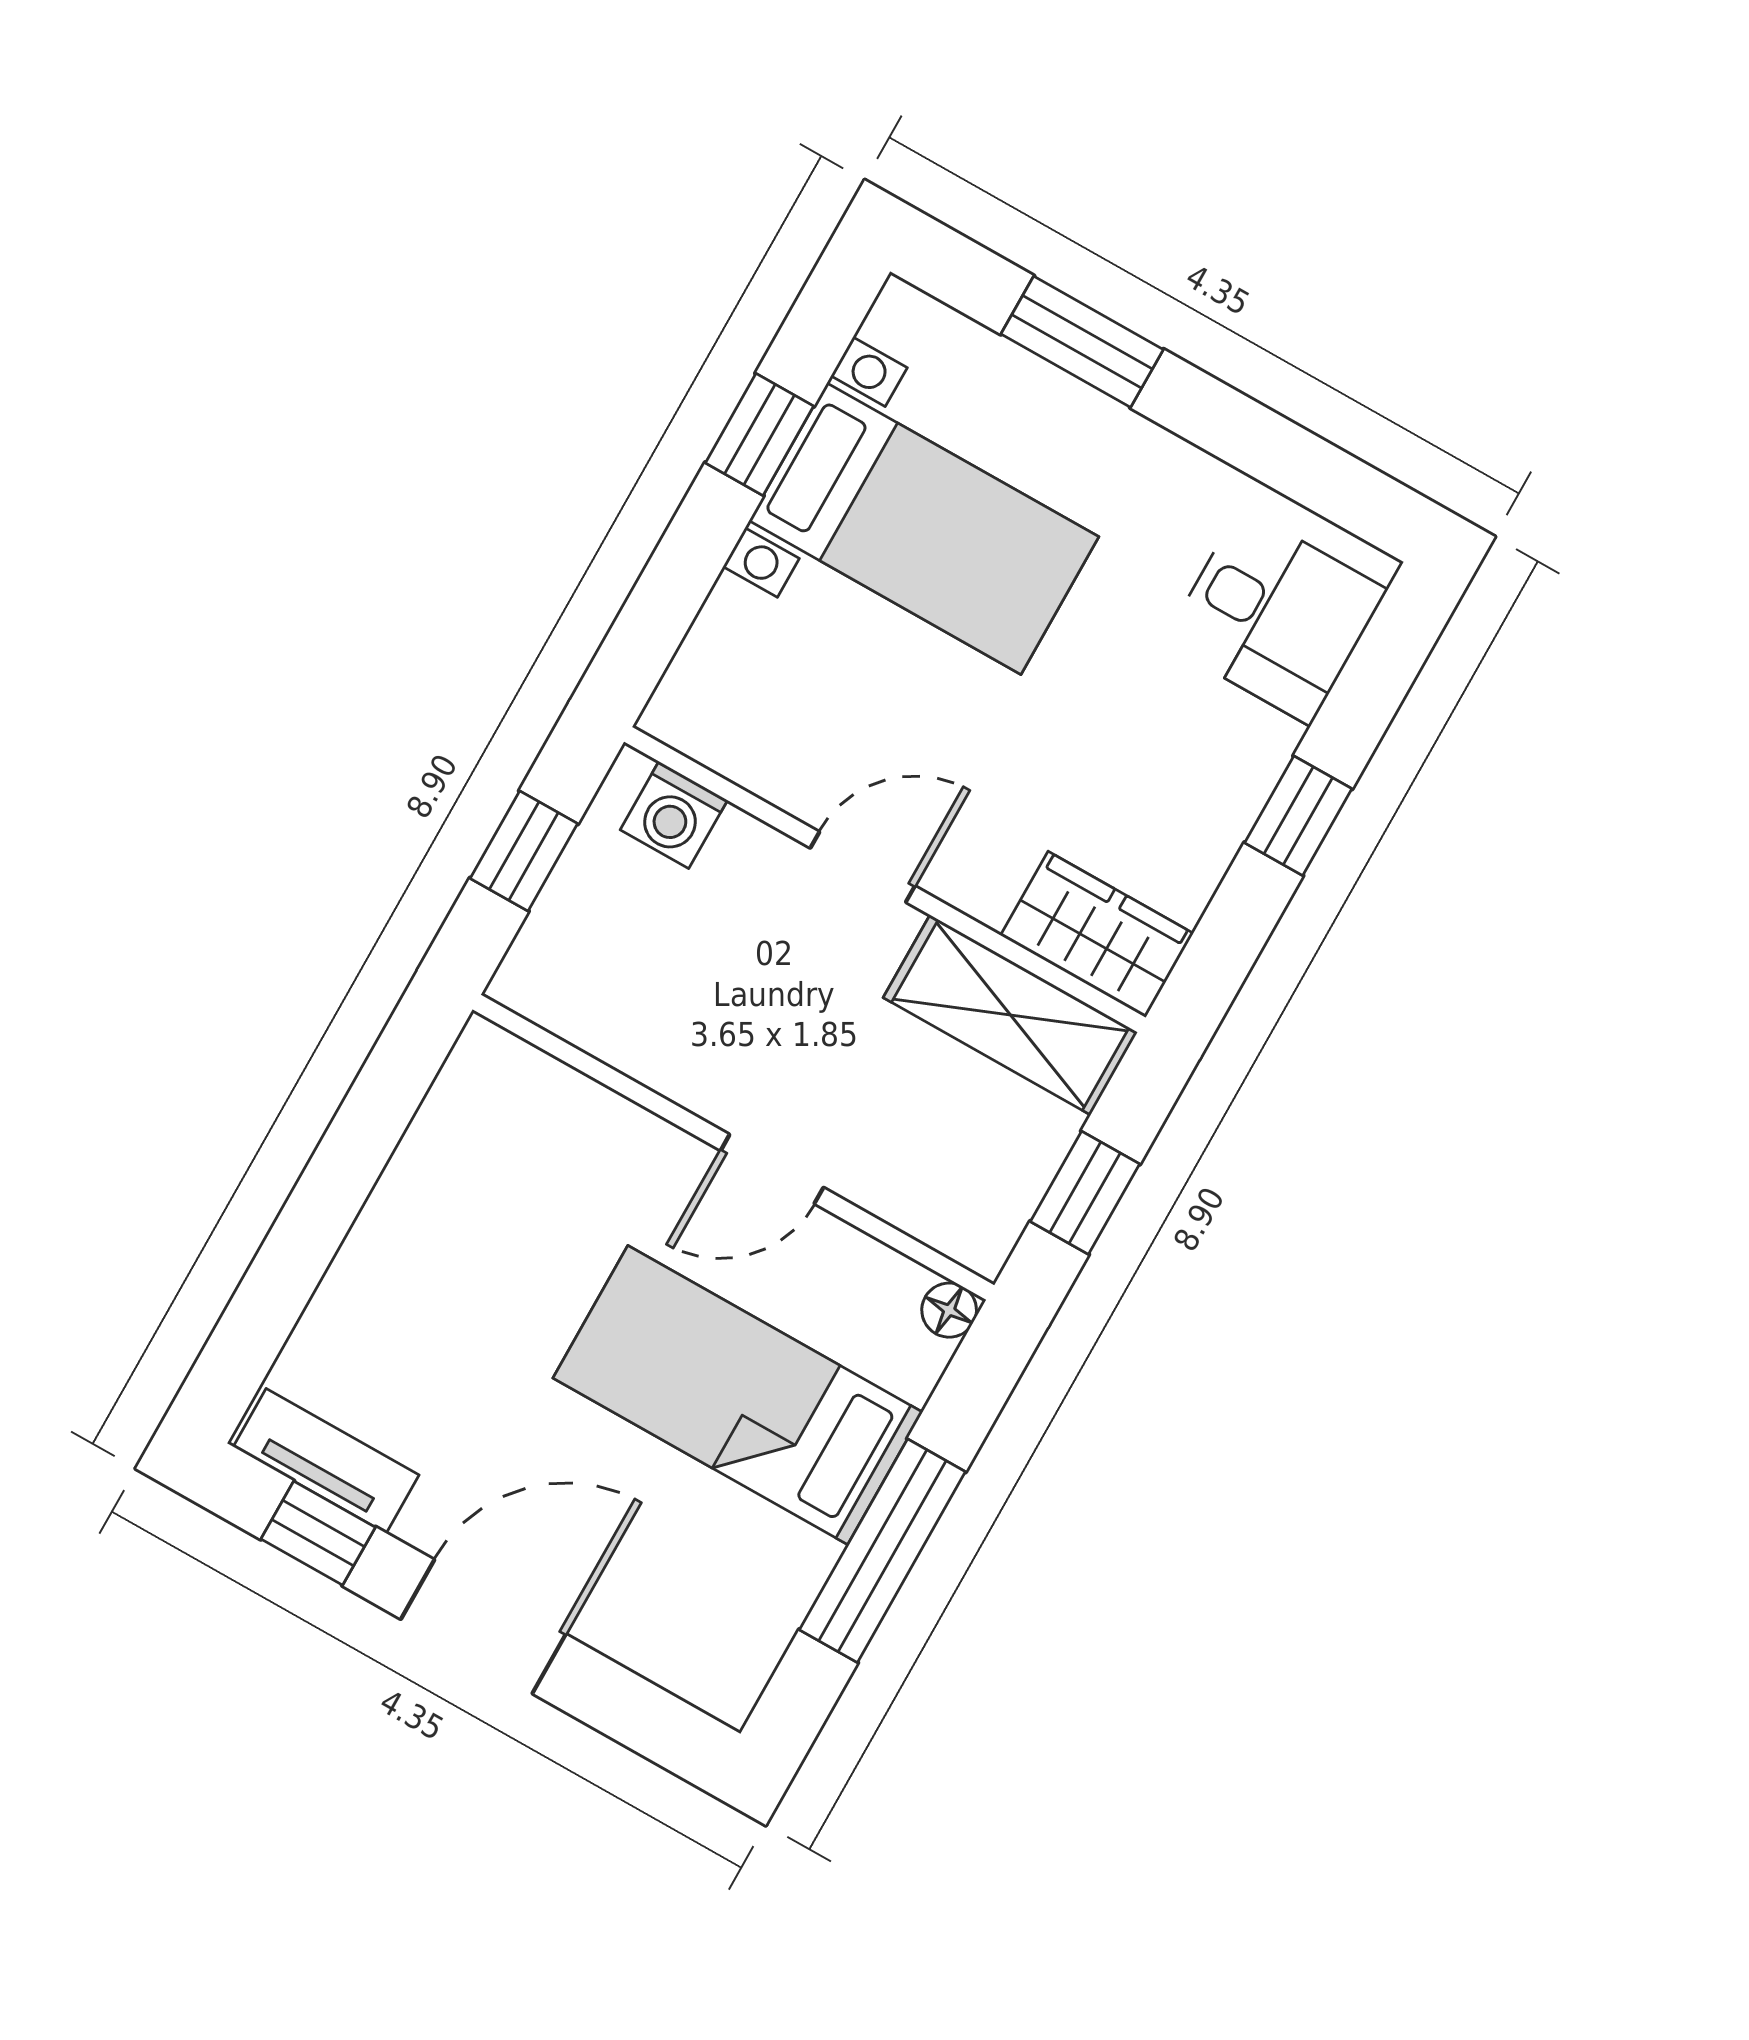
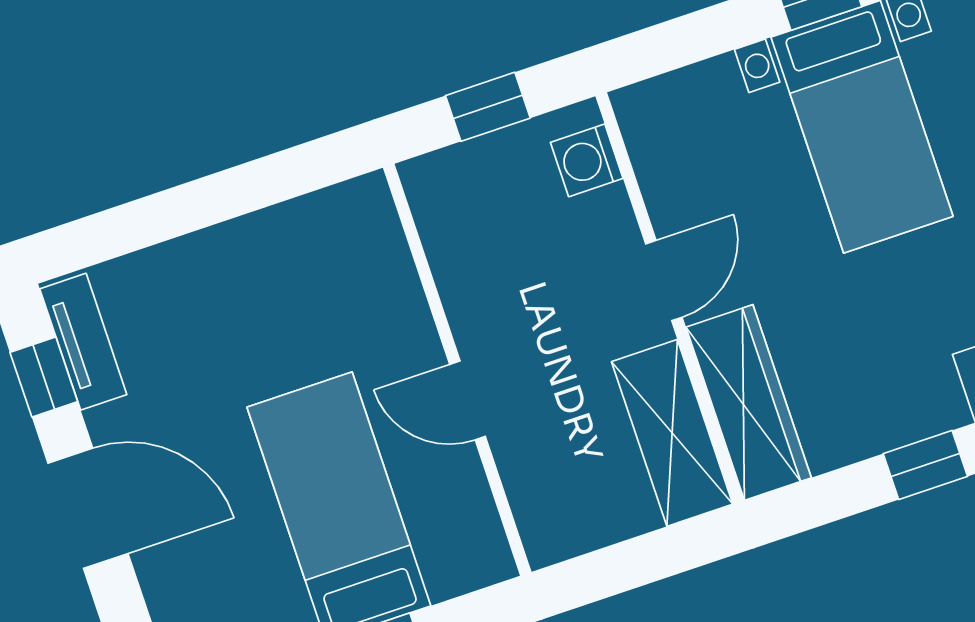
door: (863, 867) -> (664, 281), hinge flipped
wardrobe: (1097, 934) -> (749, 402), width x1.50
window: (1085, 1193) -> (626, 566), removed
floor lamp: (949, 1310) -> (495, 563), removed

